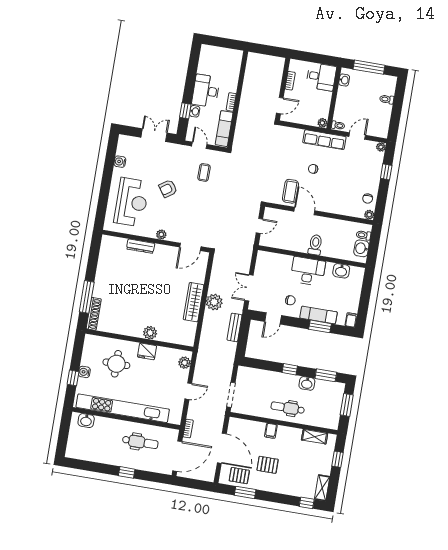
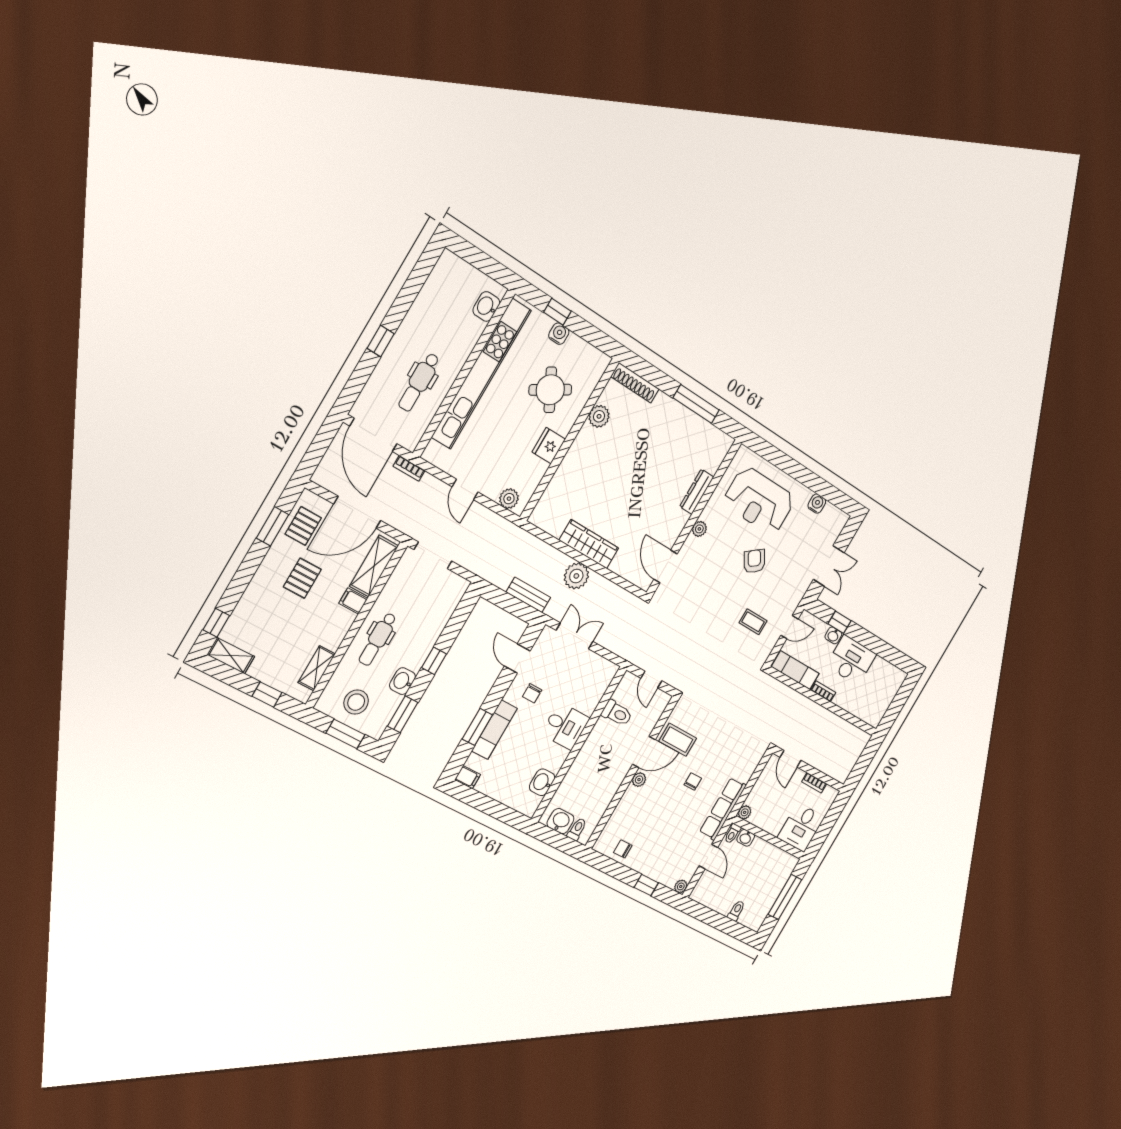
washbasin: (344, 80) -> (746, 838), moved
plant: (369, 215) -> (639, 780), moved
toilet: (315, 245) -> (617, 713), moved
desk: (308, 271) -> (565, 726), width x0.73
window: (87, 297) -> (696, 404), moved
plant: (150, 333) -> (599, 416), moved
round table: (116, 364) -> (550, 390), turned -30
stool: (327, 406) -> (356, 702), added
dental chair: (288, 408) -> (378, 639), turned 180
shelving: (248, 427) -> (374, 566), added

